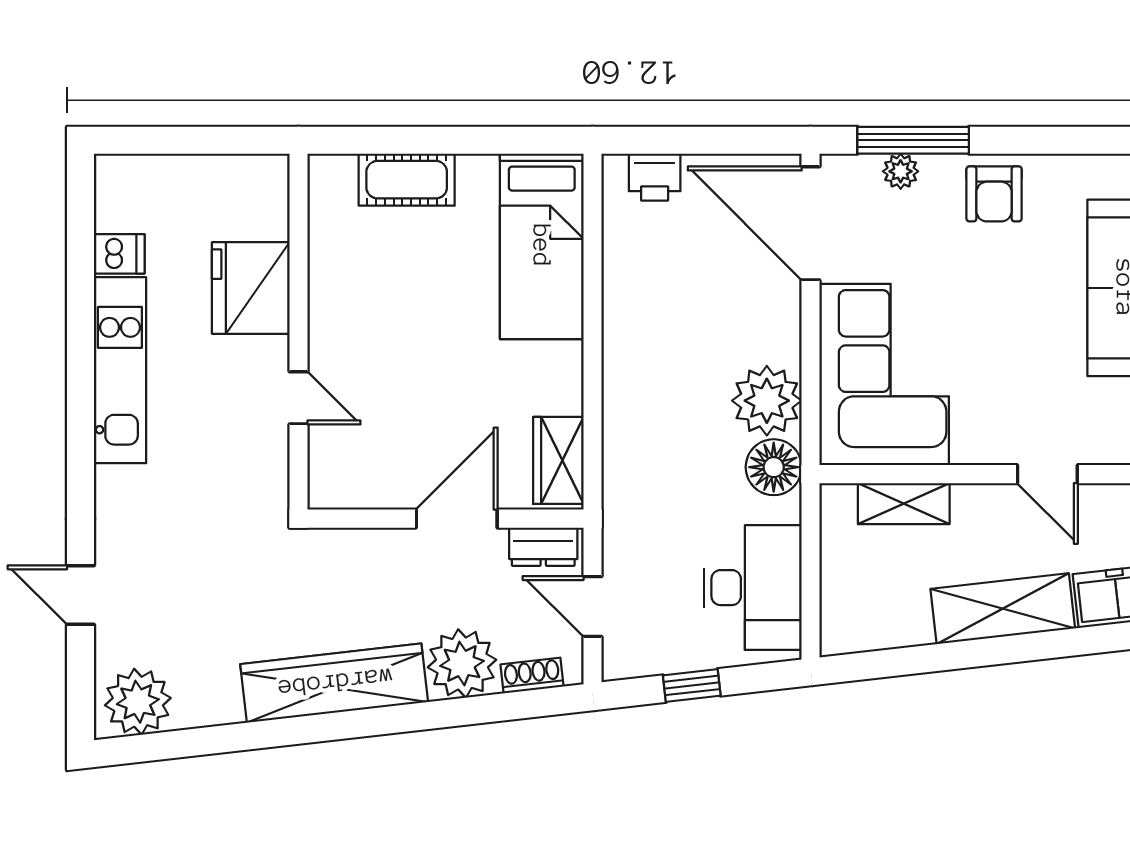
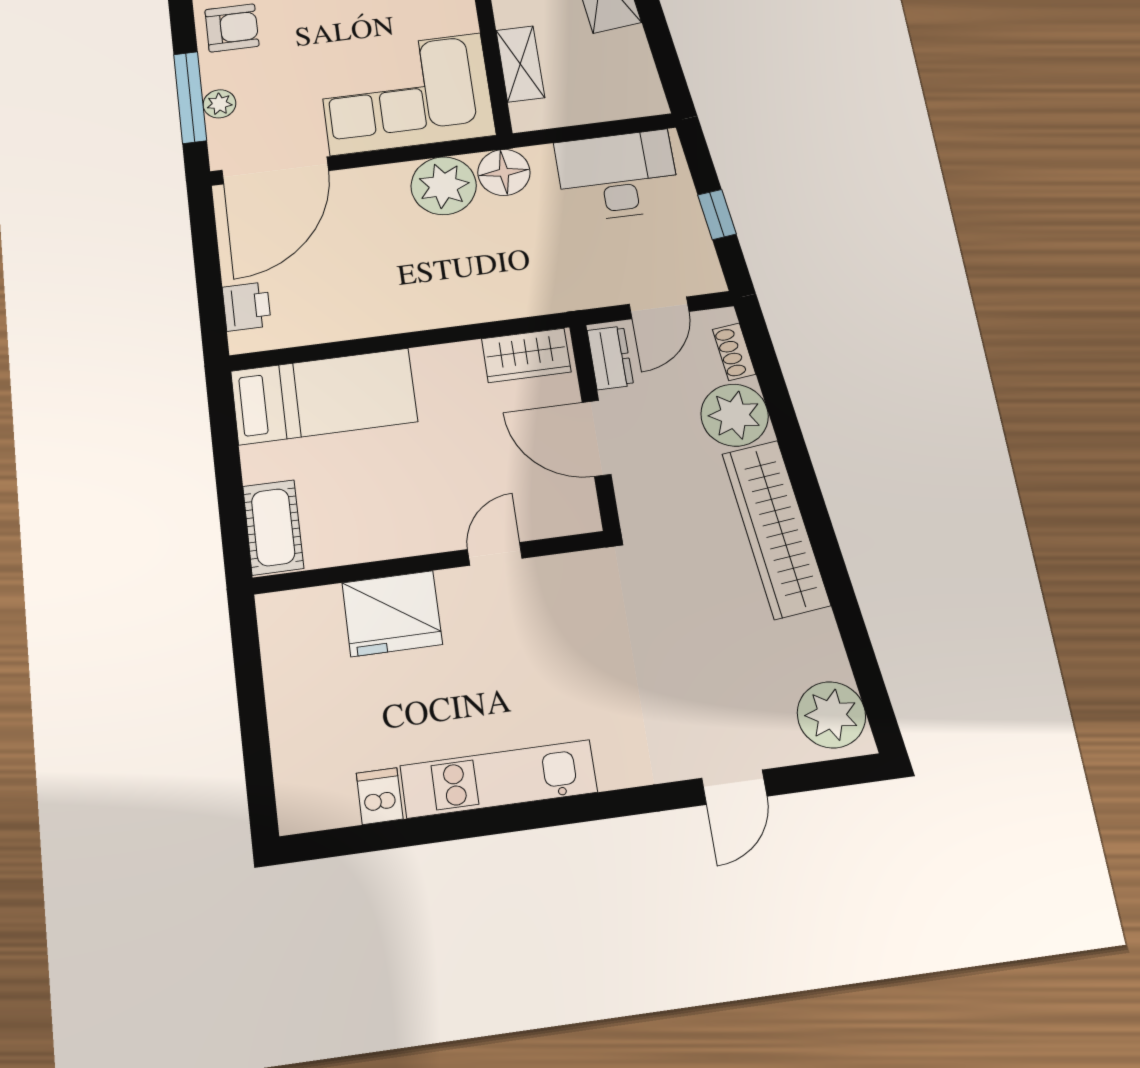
fridge: (251, 288) -> (392, 614), moved
wall: (299, 332) -> (429, 563), moved
door: (299, 398) -> (495, 554), moved

